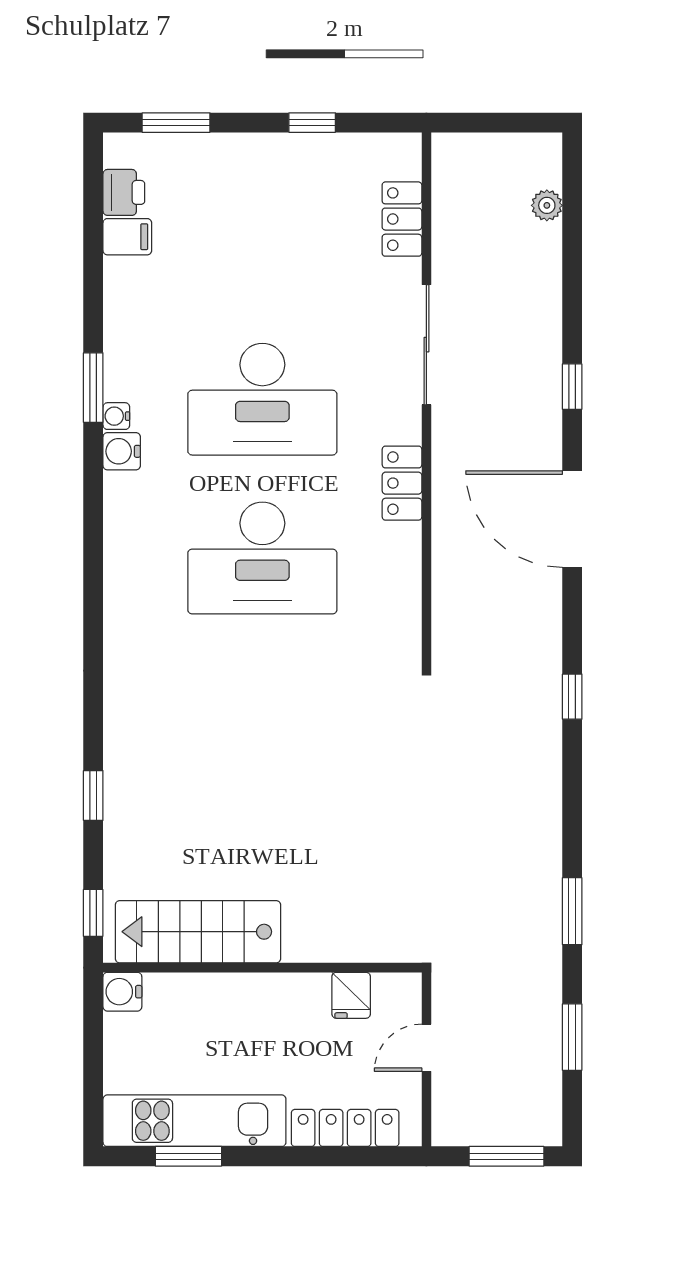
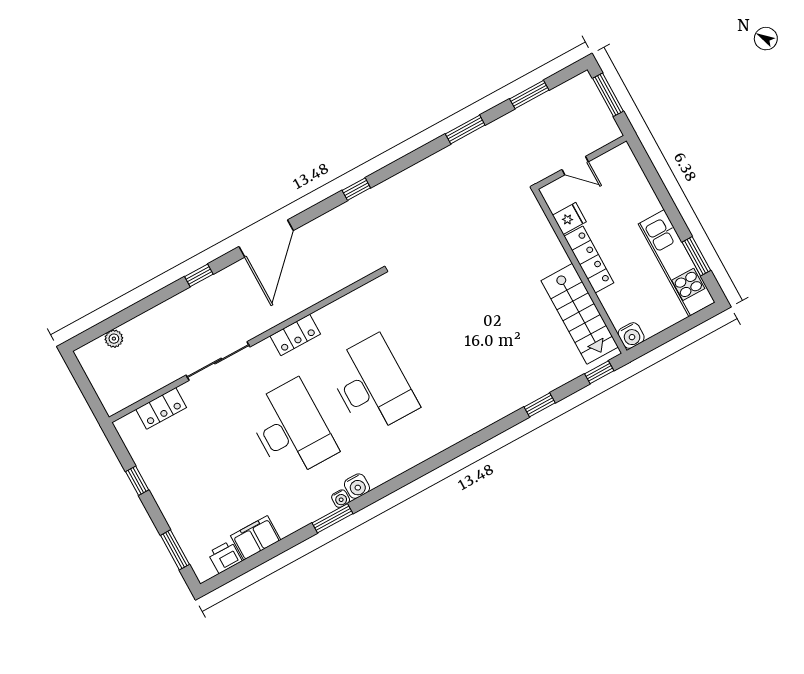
filing cabinet: (127, 237) -> (256, 538), width x2.00
locker: (345, 1128) -> (589, 259), moved, turned 180

